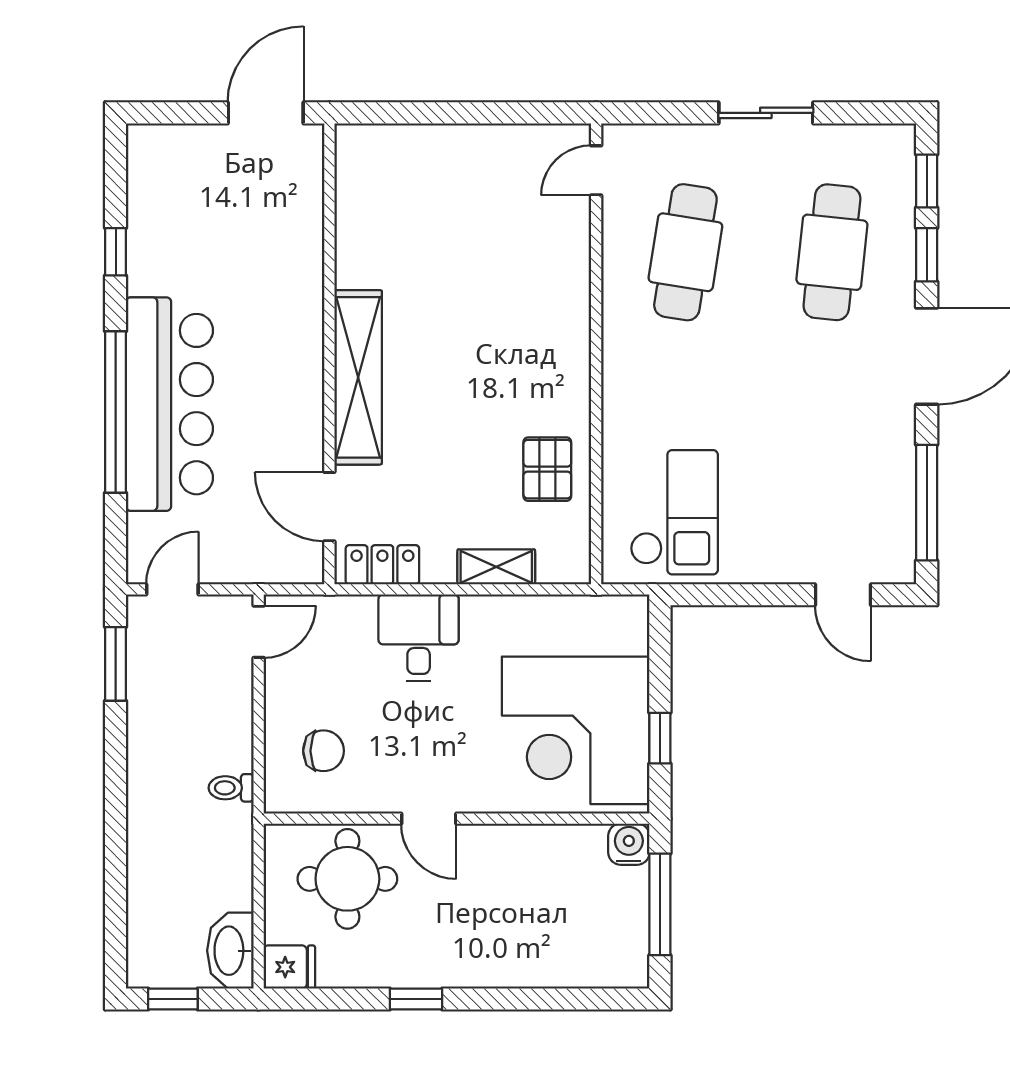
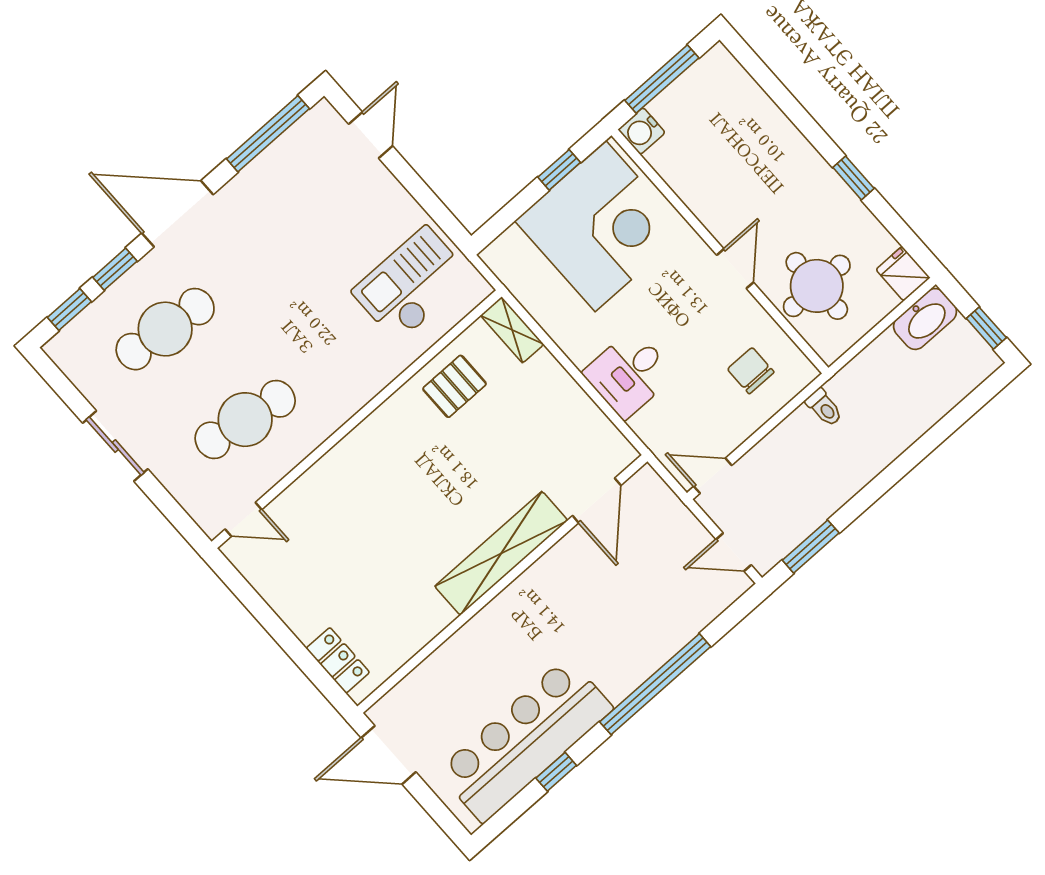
bar counter: (169, 404) -> (525, 740), moved
locker: (382, 565) -> (338, 660), moved, turned 180
shelving: (496, 567) -> (512, 330), moved

